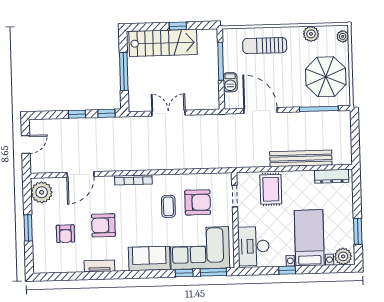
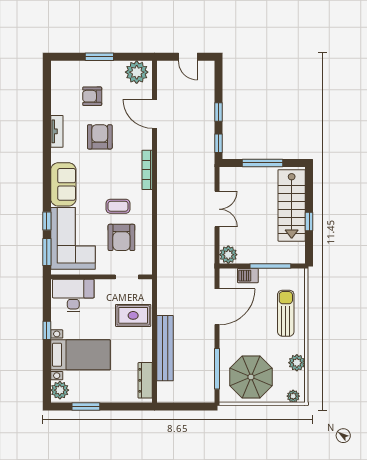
plant: (211, 101) -> (228, 255), added

